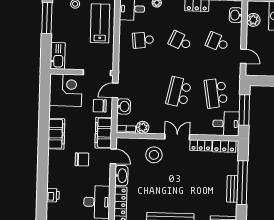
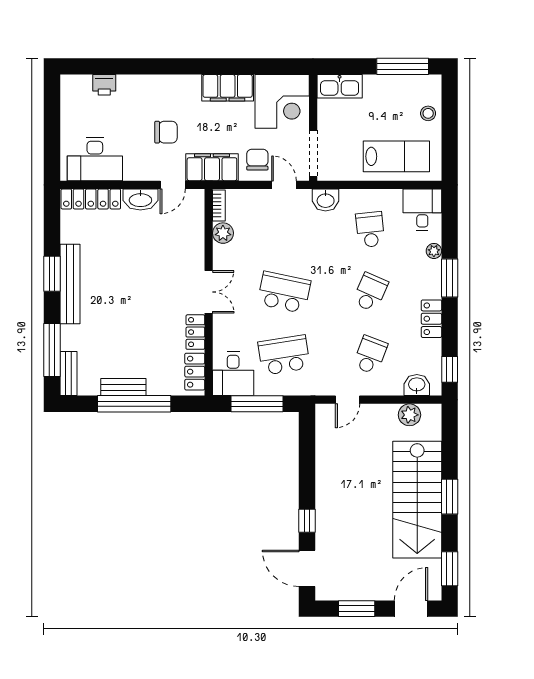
washbasin: (124, 106) -> (326, 200), moved
filing cabinet: (56, 134) -> (228, 88), moved
stool: (154, 155) -> (177, 253), removed
chair: (82, 159) -> (166, 132), turned -90

